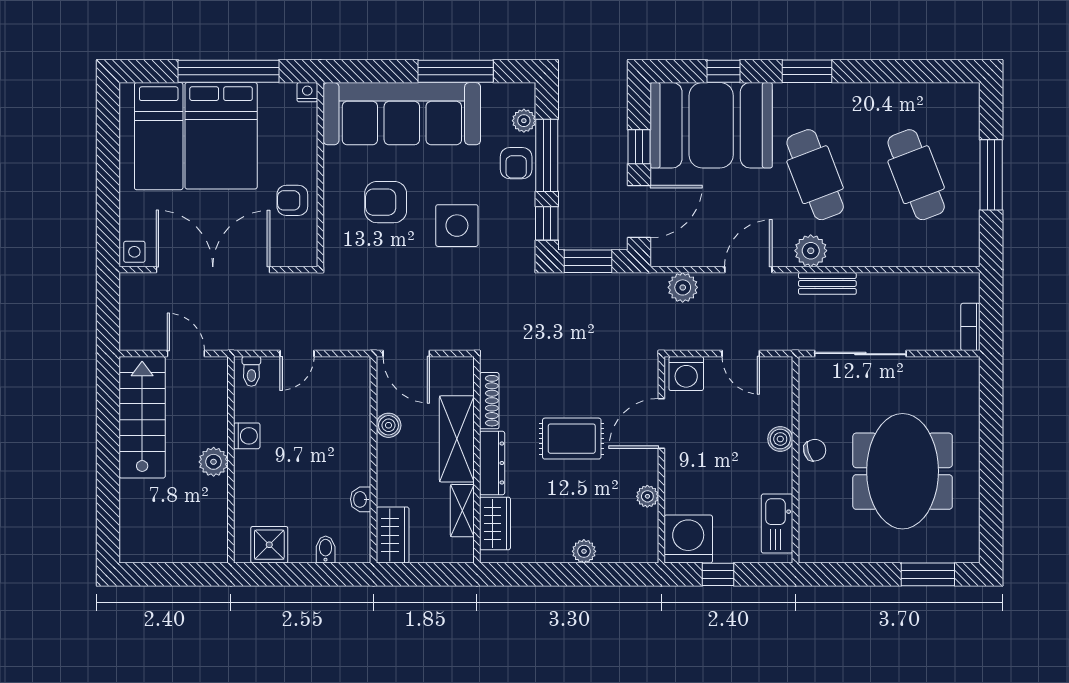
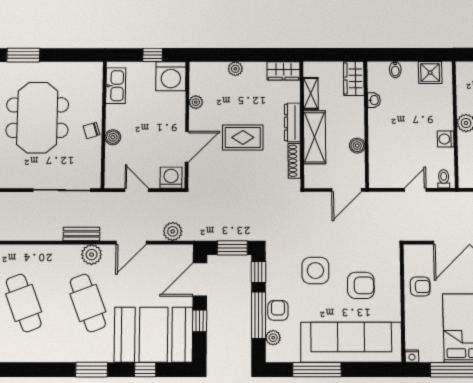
door: (406, 354) -> (347, 190), swing flipped
wardrobe: (495, 523) -> (283, 71), moved, turned -90

